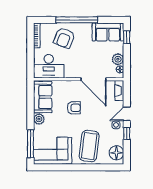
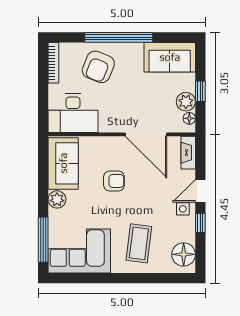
window: (127, 37) -> (200, 91), moved
coffee table: (89, 146) -> (139, 243), width x0.73, depth x0.76

